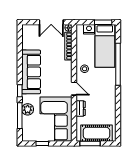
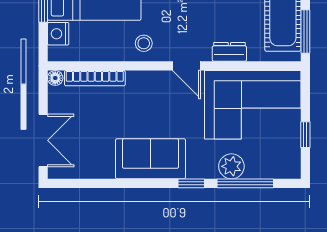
double door: (51, 22) -> (43, 140), moved
sofa: (31, 72) -> (151, 159), width x0.73
door: (74, 89) -> (186, 66), swing flipped

